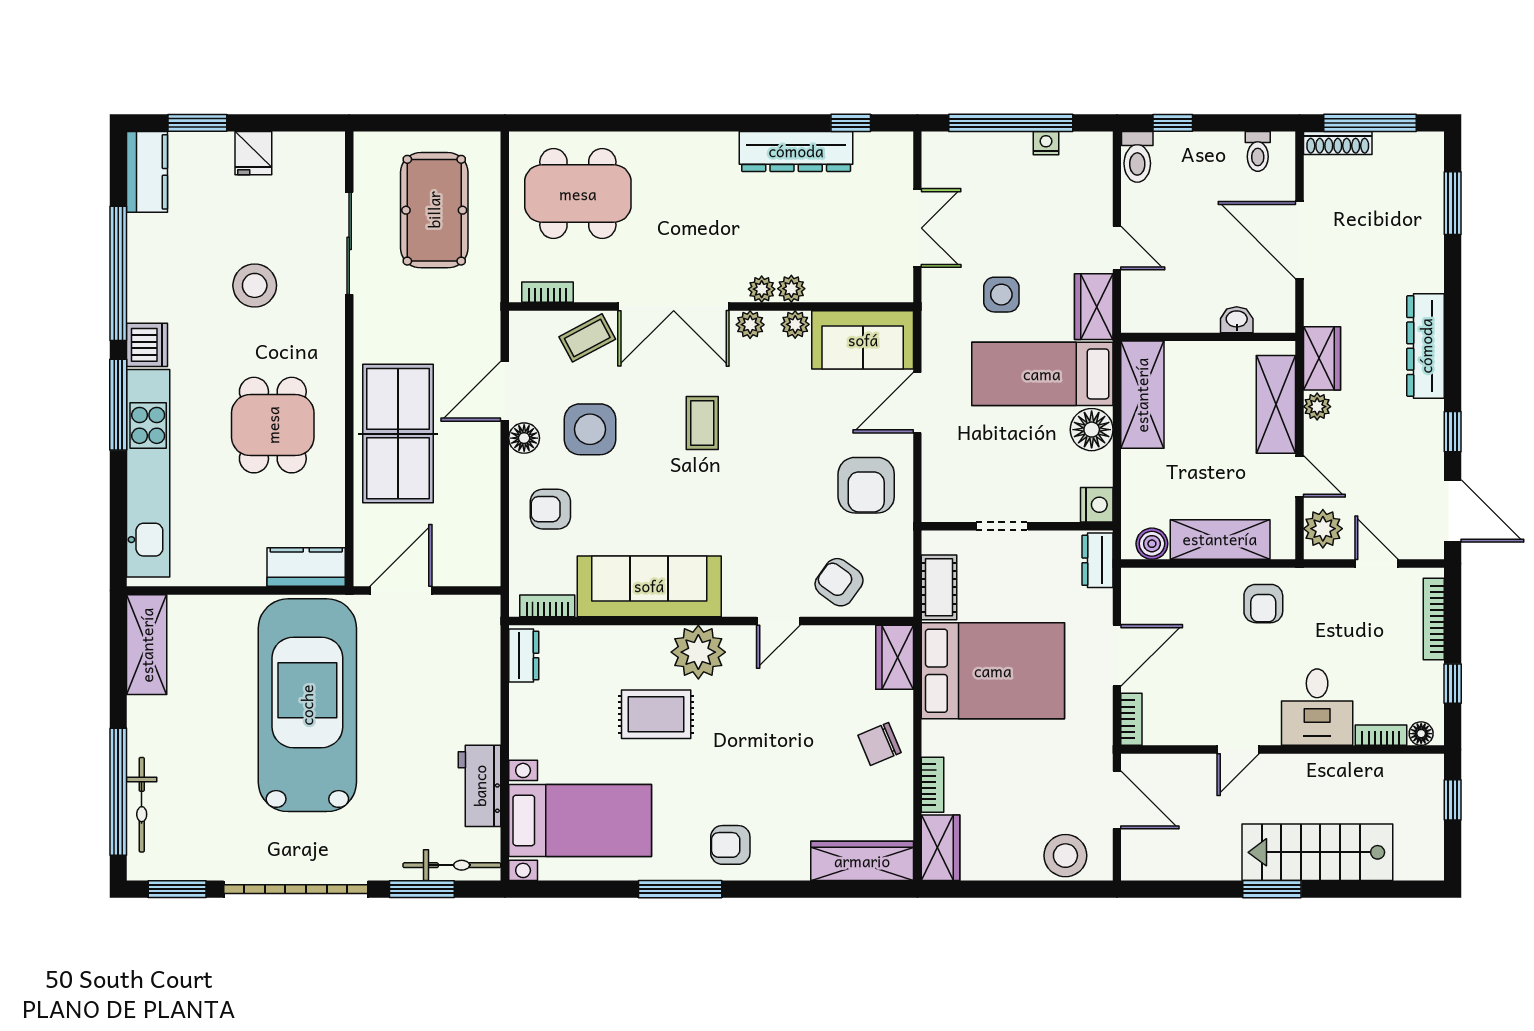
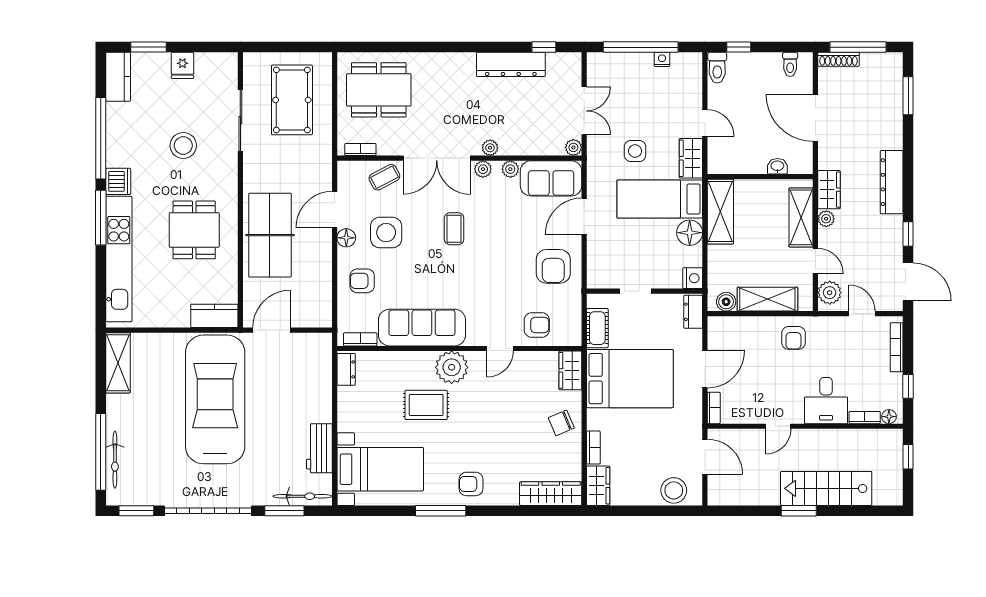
plant: (791, 289) -> (573, 147), moved
armchair: (839, 582) -> (537, 325), turned 144

